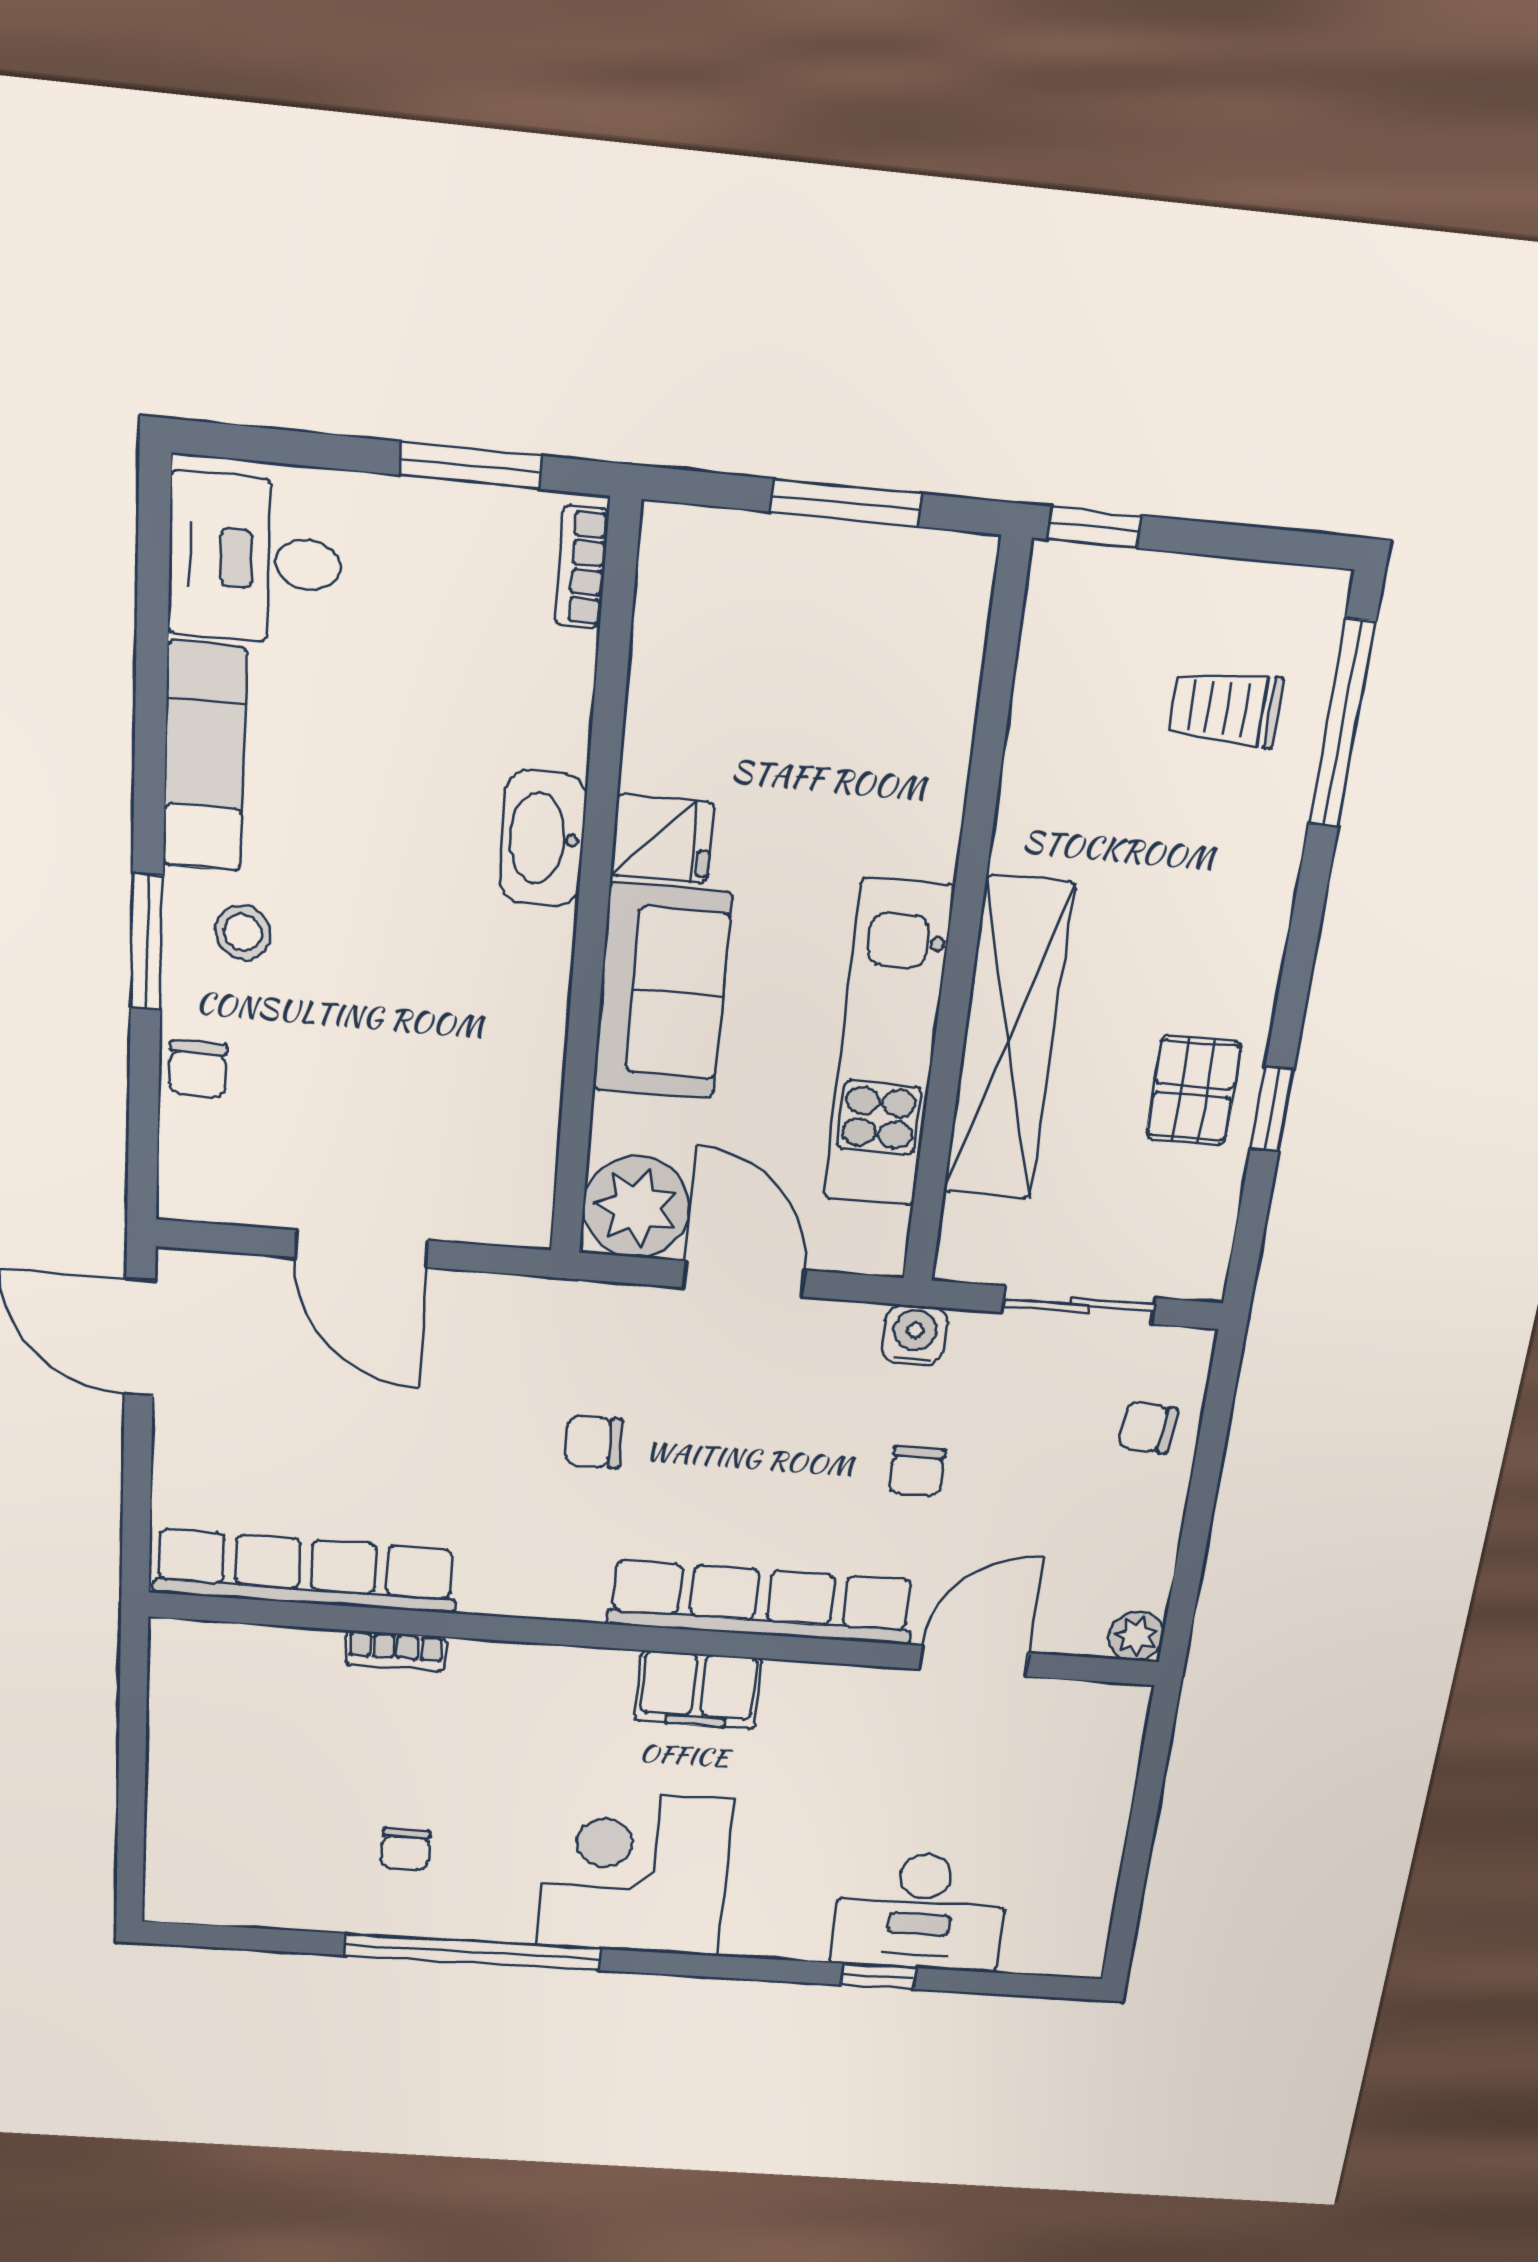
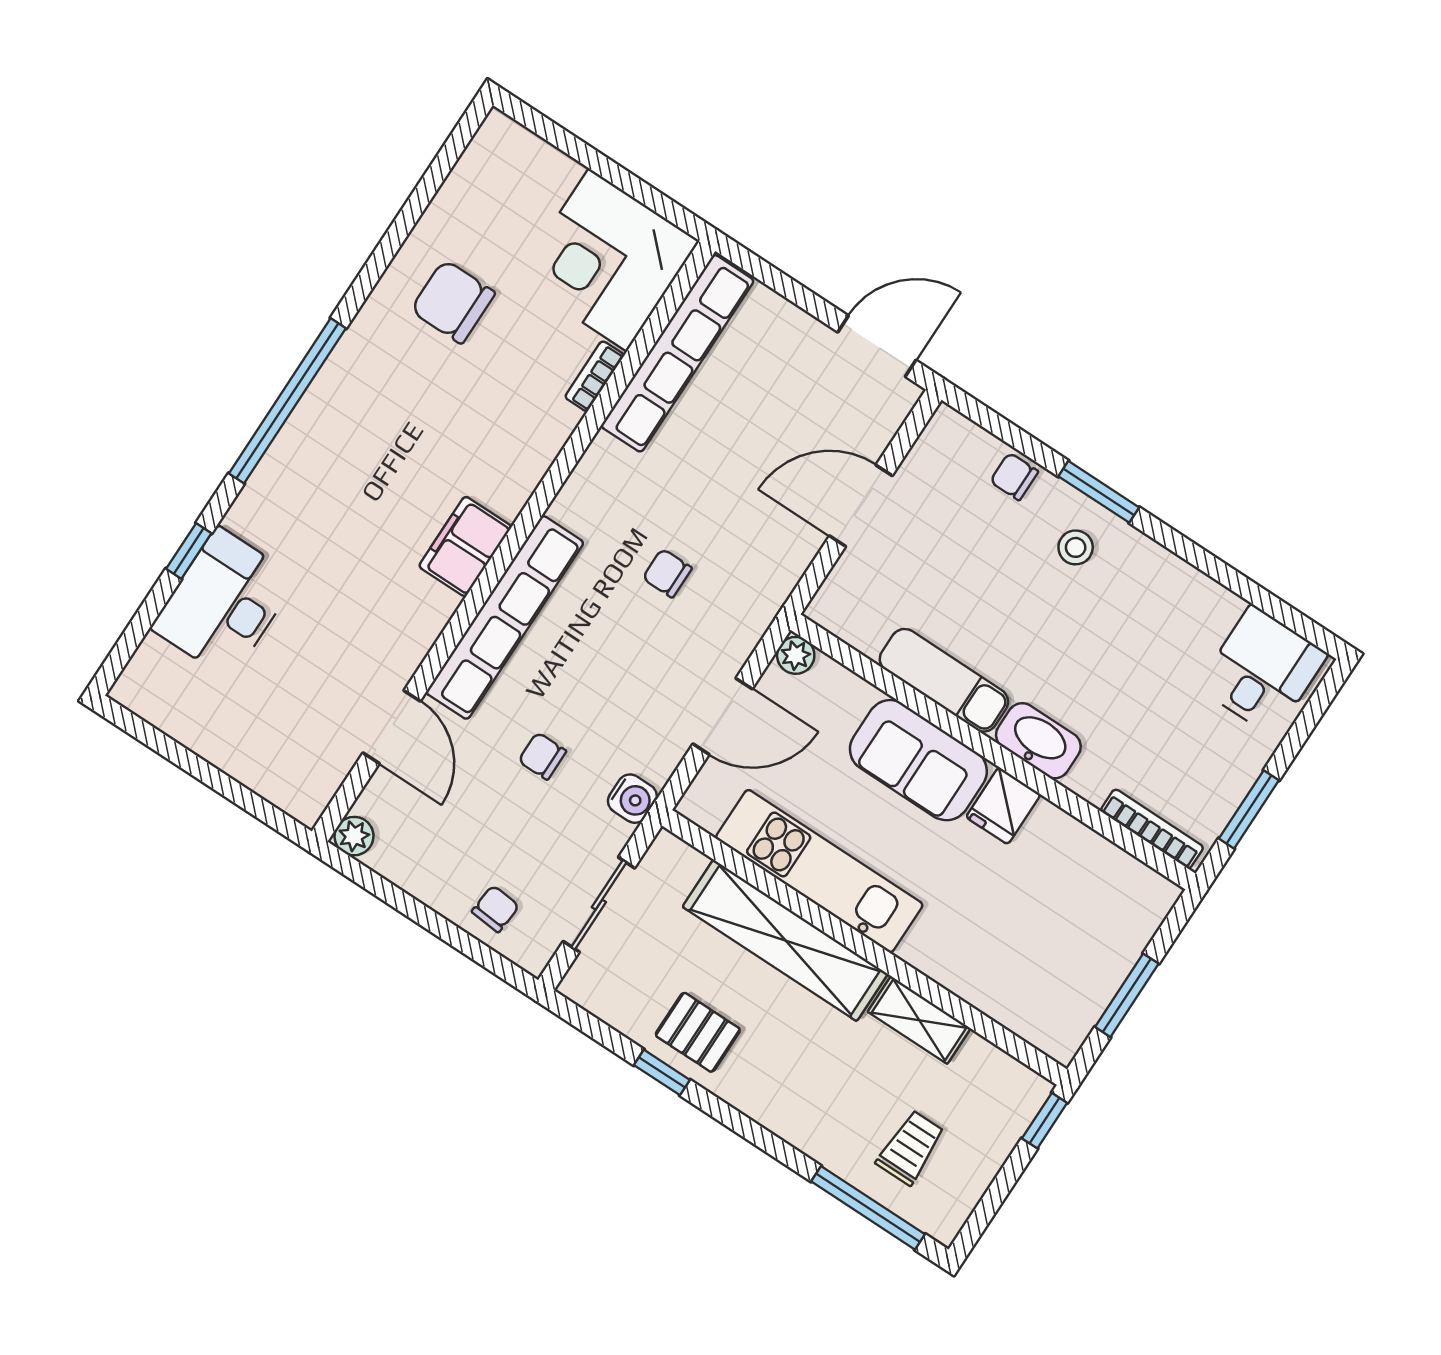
bookcase: (582, 567) -> (1152, 829), width x1.56
exam couch: (205, 757) -> (944, 680), moved, turned 180
shelving: (1032, 795) -> (919, 1020), added
plant: (636, 1207) -> (796, 655), width x0.53, depth x0.53
chair: (594, 1442) -> (667, 573), turned -90
chair: (406, 1849) -> (453, 302), width x1.87, depth x1.87
corner desk: (635, 1873) -> (608, 260), moved, turned 180
window: (473, 1952) -> (287, 401), moved

